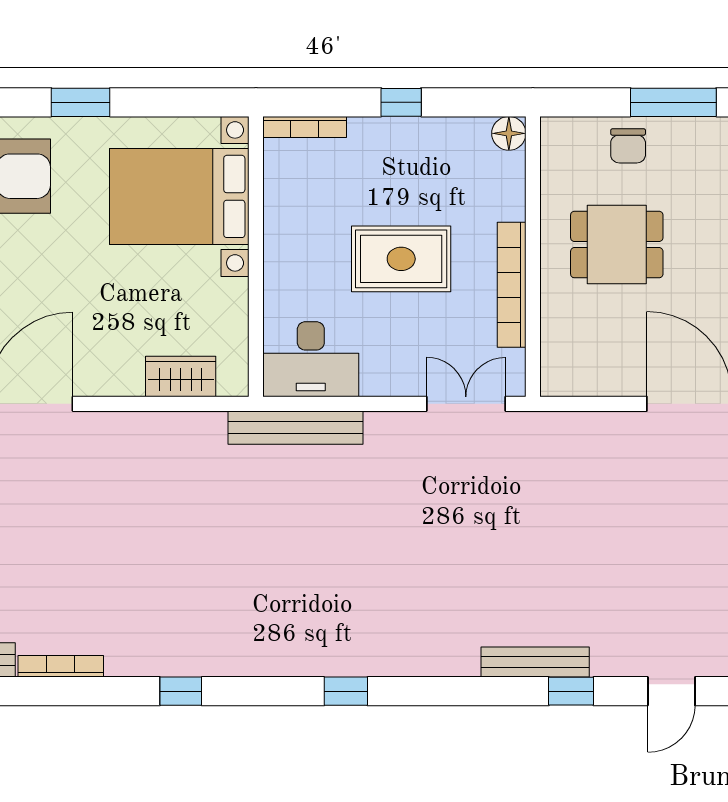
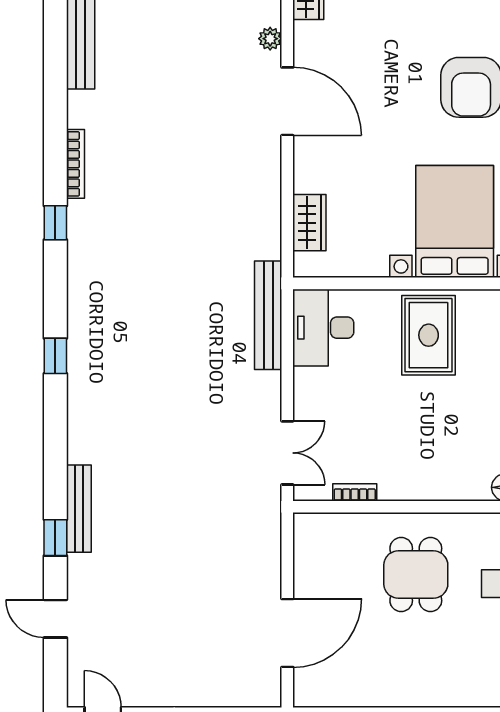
rug: (401, 259) -> (429, 335), moved
bookcase: (512, 285) -> (355, 492), width x0.43, depth x0.76
bookcase: (61, 666) -> (76, 164), moved

